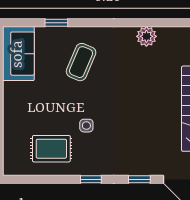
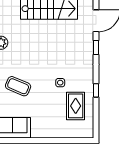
window: (91, 179) -> (96, 90), moved

